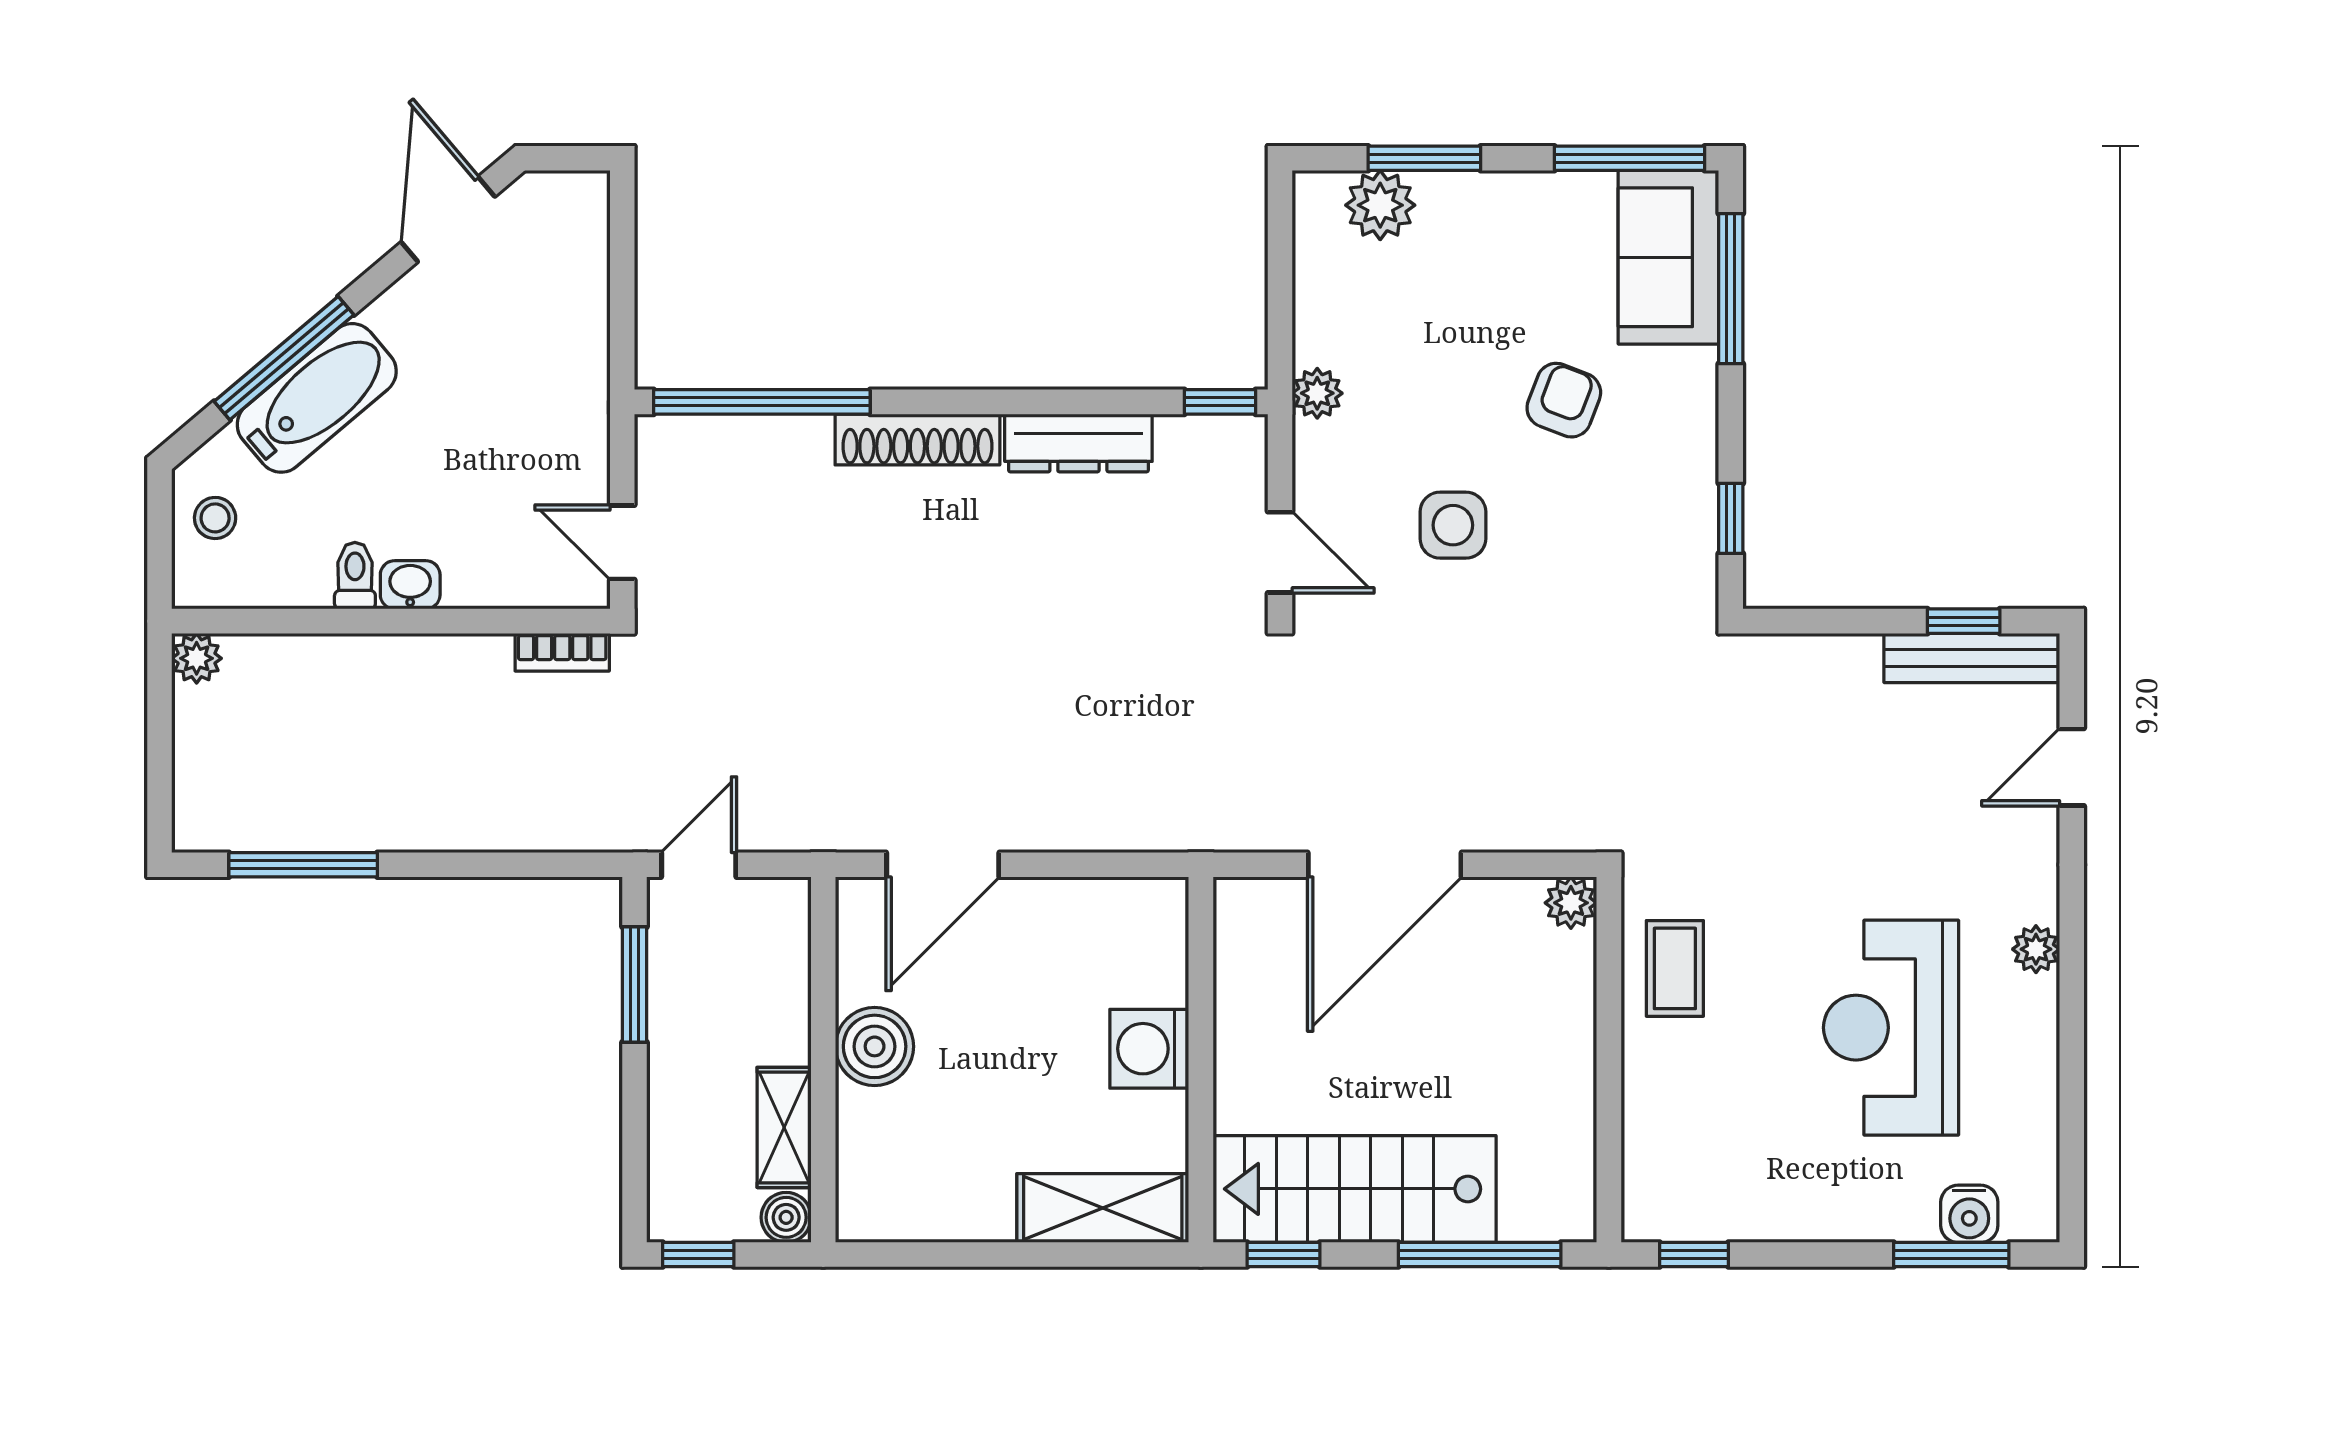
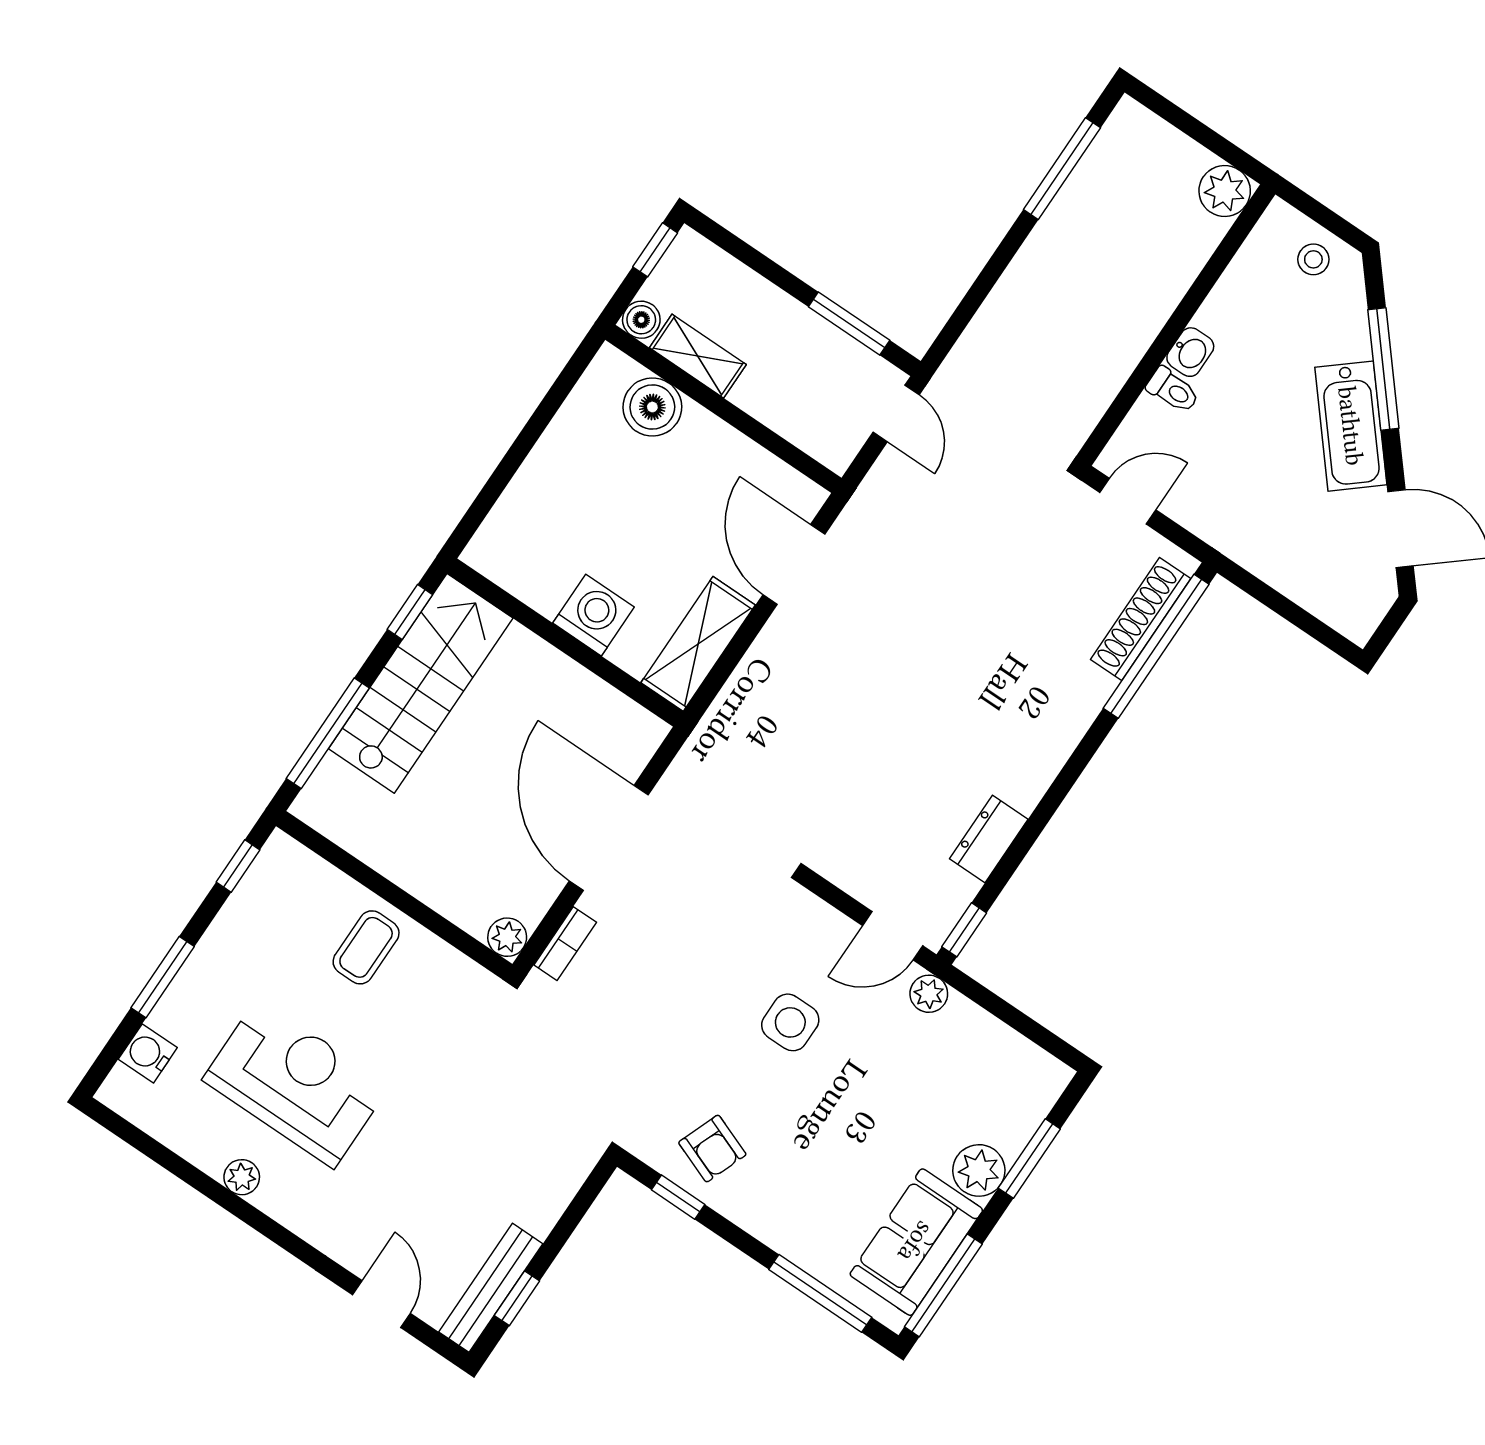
plant: (1380, 205) -> (979, 1170), moved
sofa: (1668, 257) -> (916, 1242), moved, turned -90
bathtub: (317, 398) -> (1351, 426), moved
armchair: (1564, 400) -> (712, 1149), moved
shoe rack: (917, 440) -> (1141, 619), moved
dresser: (1078, 443) -> (989, 839), width x0.70
door: (1280, 552) -> (893, 936), moved
toilet: (355, 576) -> (1173, 390), moved
bookcase: (562, 652) -> (565, 944), moved, turned 180
plant: (197, 658) -> (1225, 191), width x1.38, depth x1.38
plant: (2036, 949) -> (242, 1177), moved
coffee table: (1675, 968) -> (366, 947), moved, turned 90
boiler: (875, 1046) -> (652, 407), moved
shelving: (1103, 1208) -> (698, 644), moved
window: (1951, 1255) -> (163, 977), moved

